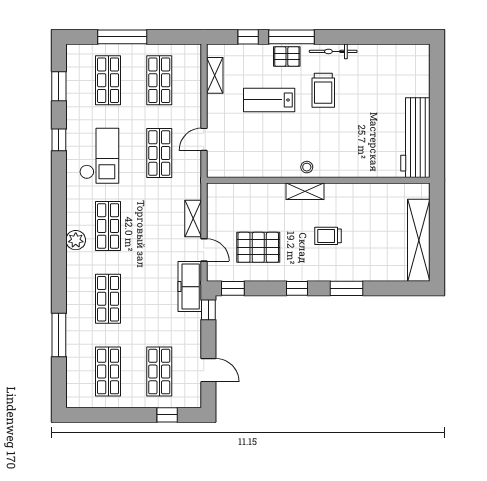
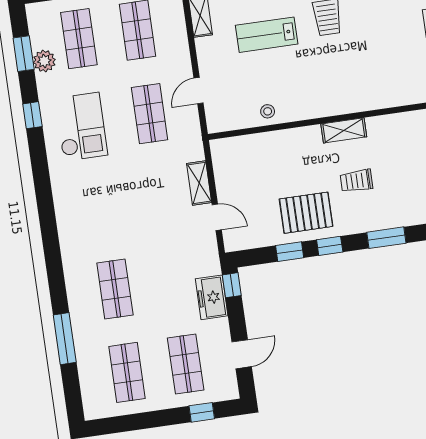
stool: (307, 167) -> (268, 111), moved
shelving: (305, 191) -> (344, 130), moved
shop shelf: (108, 226) -> (103, 206), removed
plant: (76, 240) -> (44, 61), moved
pallet: (258, 247) -> (306, 213), moved
freezer: (190, 287) -> (212, 297), moved, width x0.71
window: (233, 288) -> (290, 252), moved
door: (208, 370) -> (242, 354), hinge flipped

